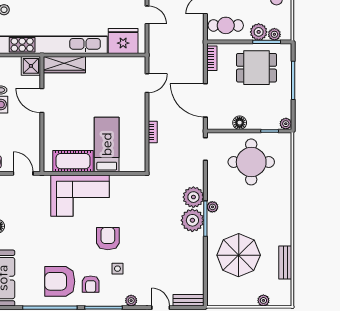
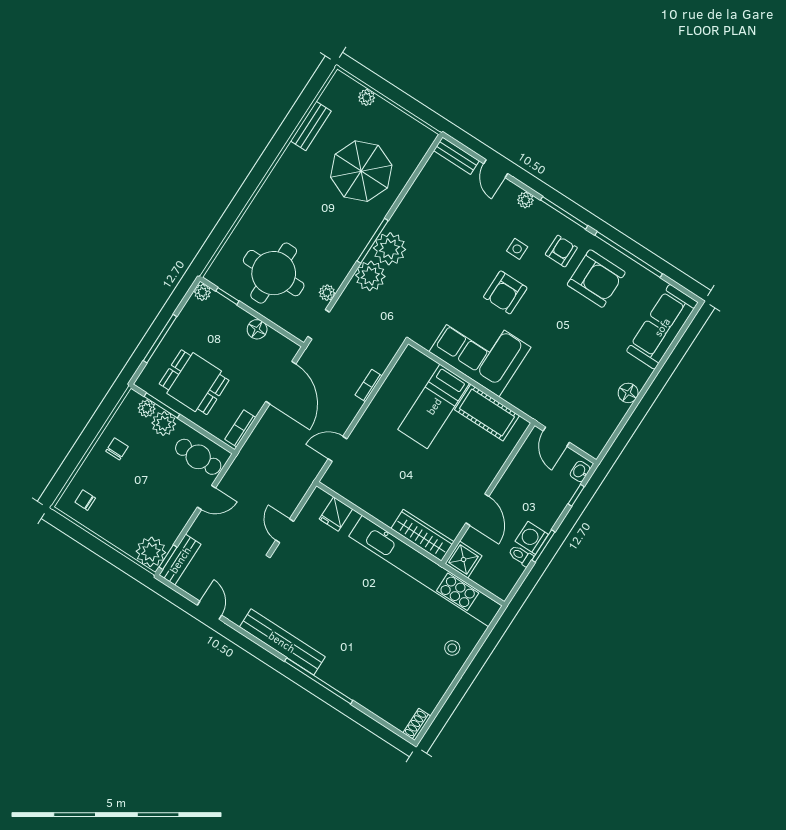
fridge: (123, 41) -> (336, 514), width x0.53, depth x0.75
corner sofa: (80, 196) -> (480, 349), moved
plant: (212, 207) -> (327, 293), moved

